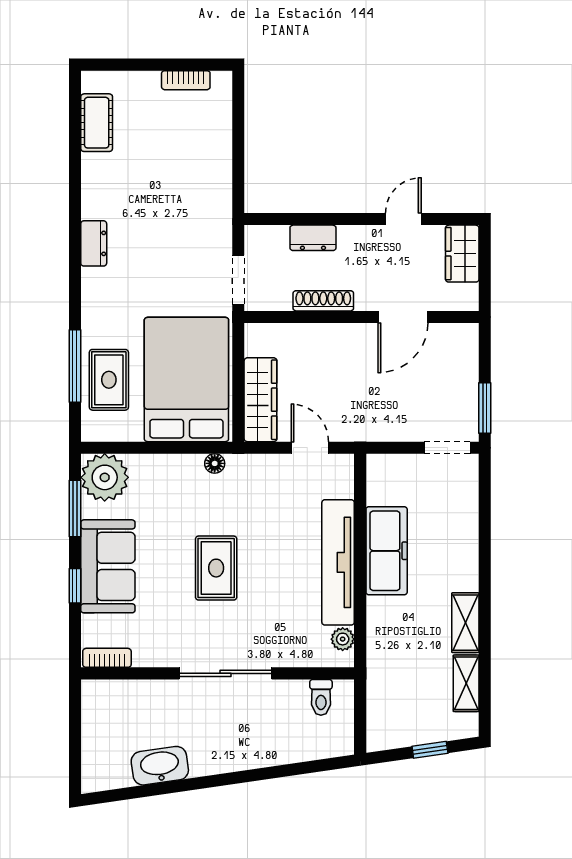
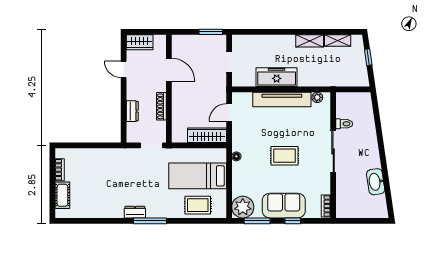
cot: (97, 123) -> (62, 195), moved, turned 90
window: (75, 366) -> (150, 221), moved
bed: (186, 380) -> (198, 176), width x0.67
doorway: (447, 448) -> (229, 62), moved
toilet: (321, 697) -> (344, 124), moved

